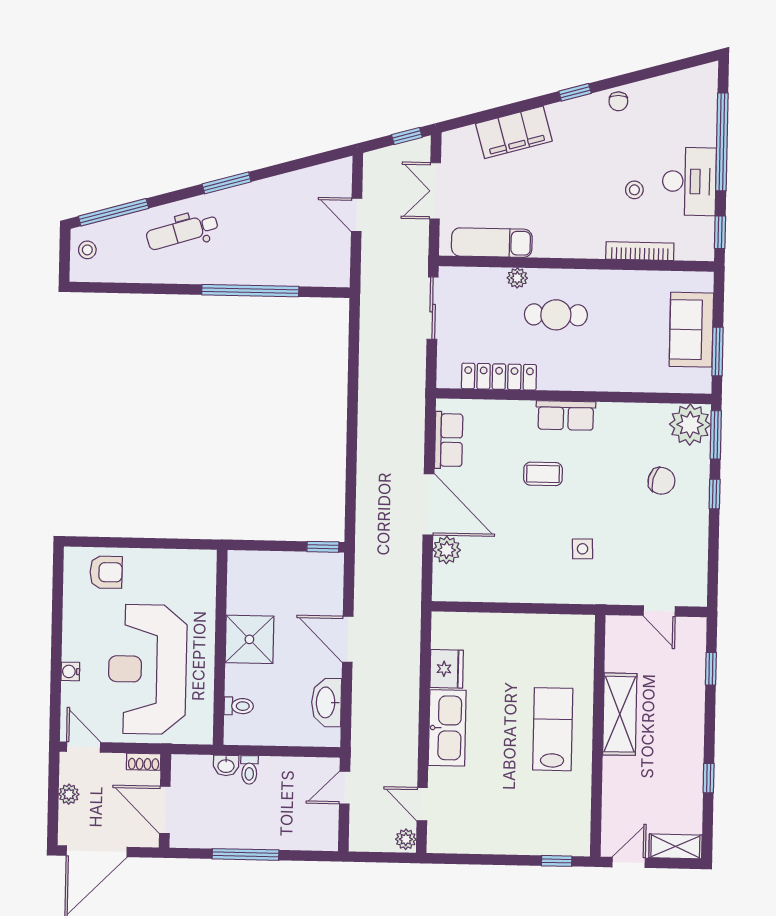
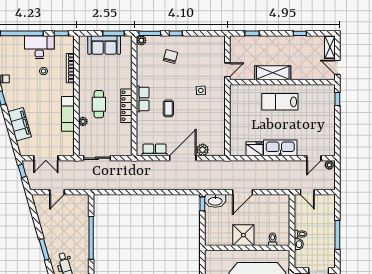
exam couch: (492, 243) -> (68, 114), moved
locker: (499, 377) -> (126, 106), moved
plant: (690, 425) -> (141, 40), width x0.53, depth x0.53
door: (659, 611) -> (227, 70), moved
washbasin: (326, 702) -> (215, 201), moved

